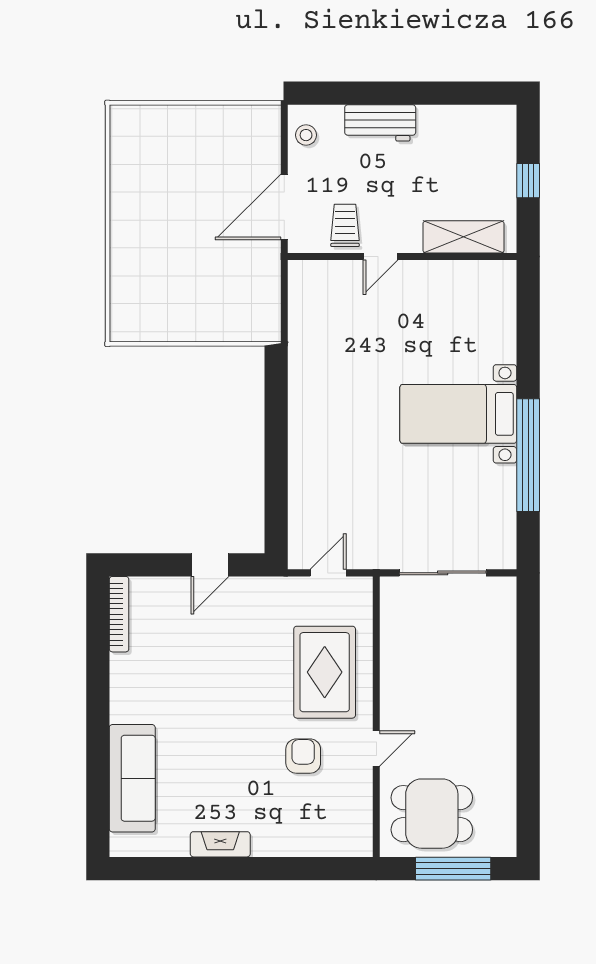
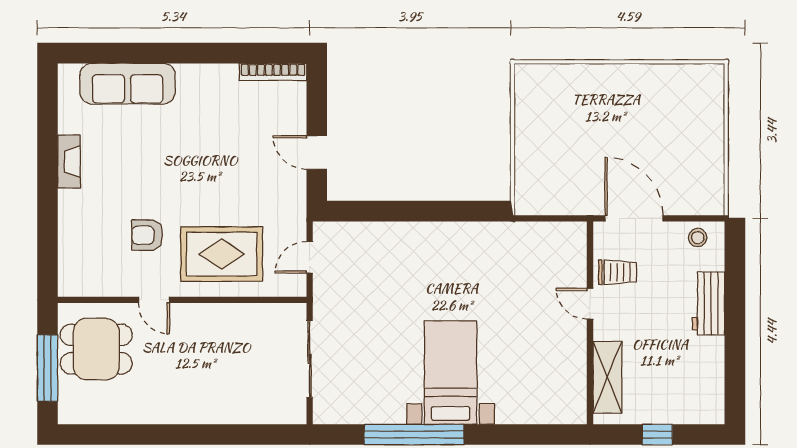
door: (328, 573) -> (310, 257), swing flipped
armchair: (303, 756) -> (147, 235), turned 180
dining table: (432, 814) -> (96, 349), turned 90

